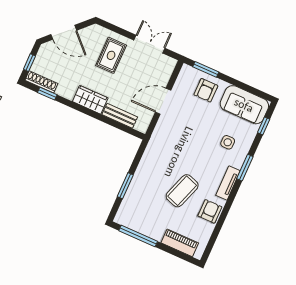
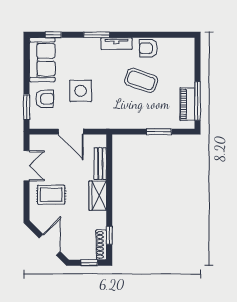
double door: (149, 44) -> (27, 166), swing flipped
side table: (228, 142) -> (81, 91), moved, width x1.87, depth x1.87
piano: (180, 243) -> (187, 104), moved

